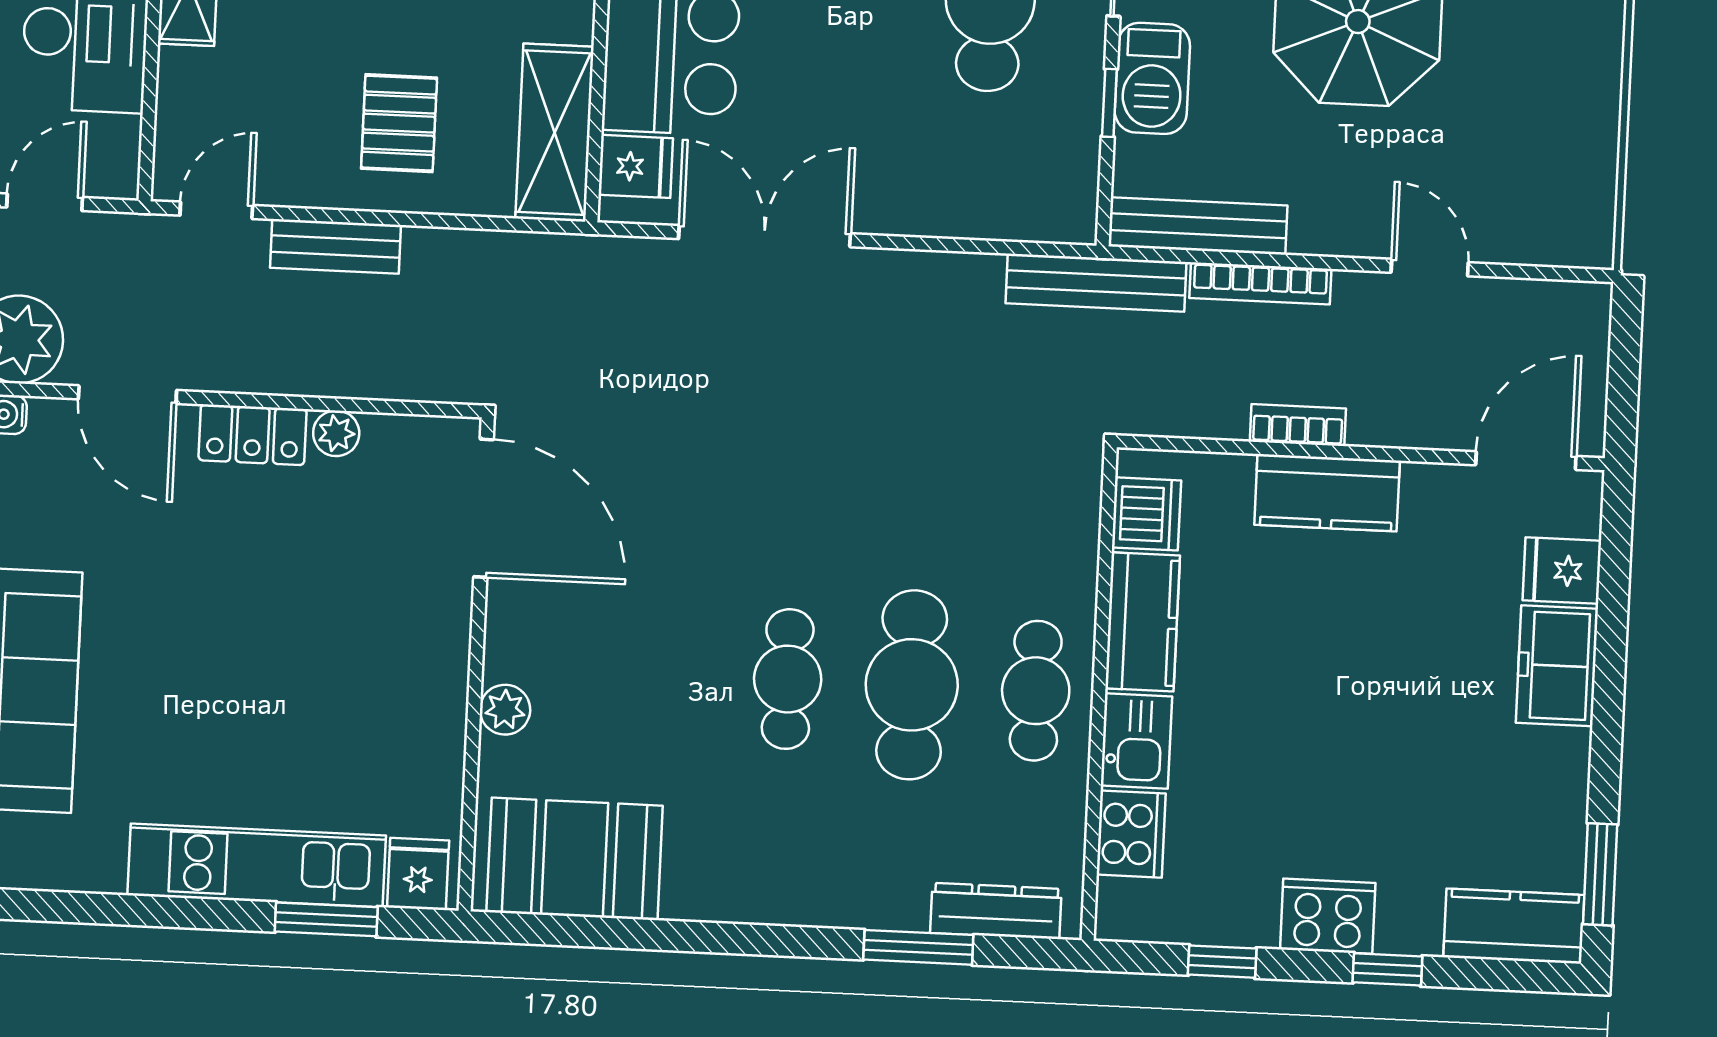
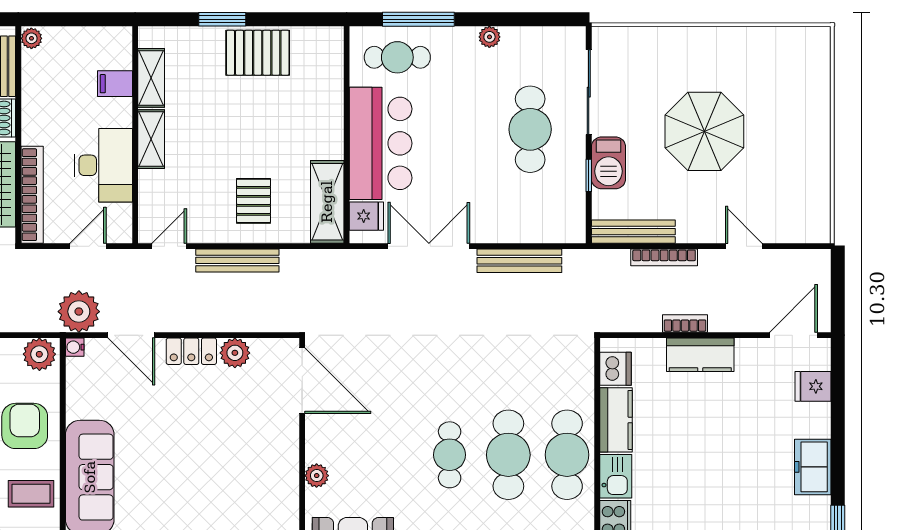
bench: (335, 246) -> (237, 260), width x1.36
bench: (1096, 283) -> (519, 261), moved
plant: (336, 433) -> (235, 353), width x1.38, depth x1.38
freezer: (1557, 666) -> (813, 467), moved
cafe table: (1036, 691) -> (567, 455), width x1.37, depth x1.35

